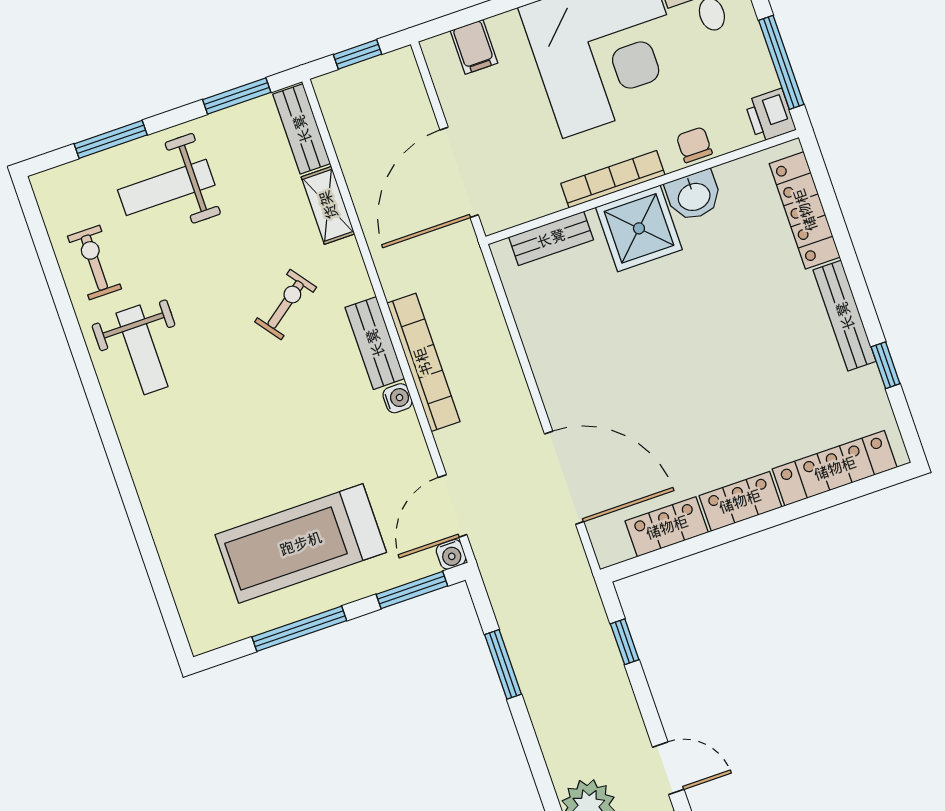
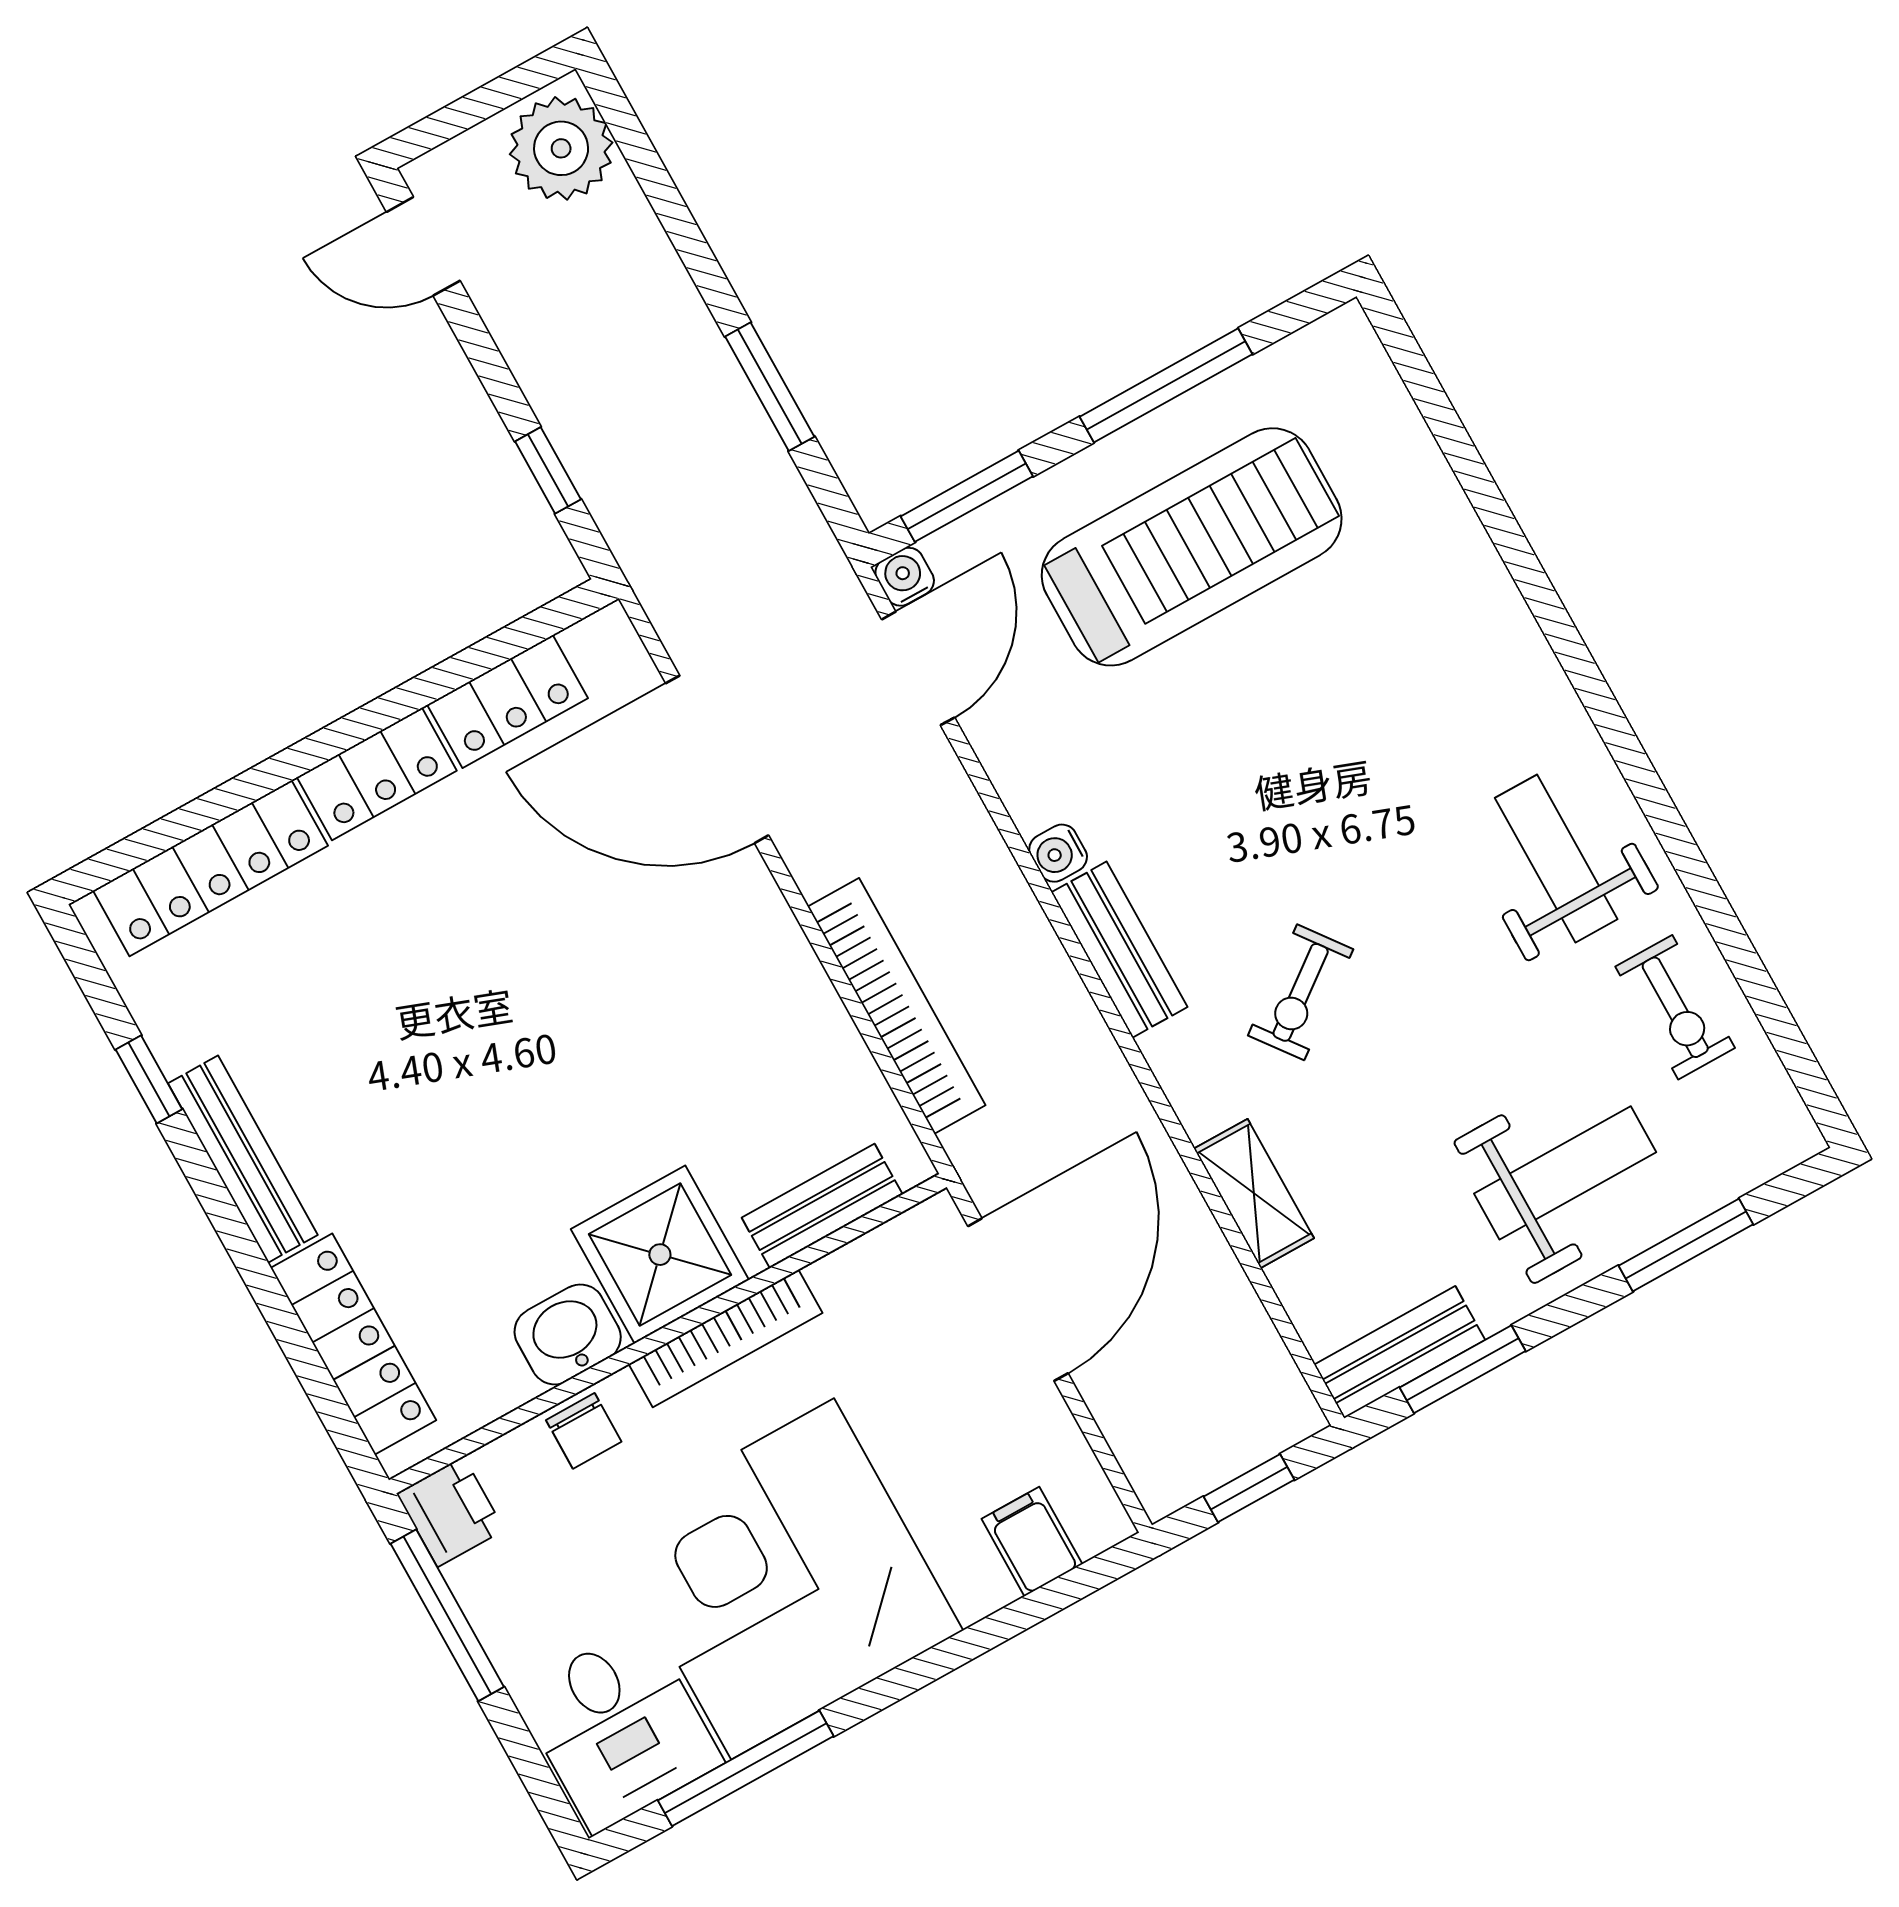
bench: (302, 129) -> (1400, 1352), moved, turned 90
bookcase: (423, 362) -> (897, 1006), moved, turned 180

